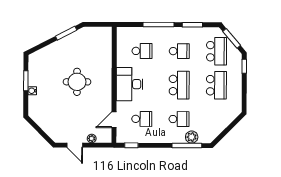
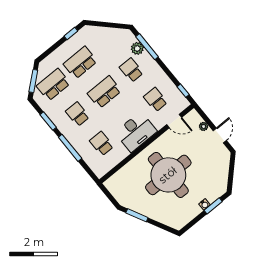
window: (244, 66) -> (71, 33), moved
window: (26, 81) -> (213, 206), moved
round table: (77, 82) -> (168, 175), width x1.86, depth x1.86

